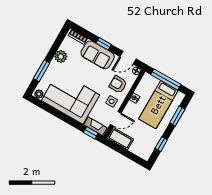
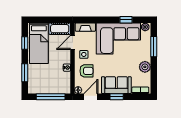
bed: (158, 105) -> (39, 43), moved, turned 180
window: (91, 133) -> (126, 20), moved

